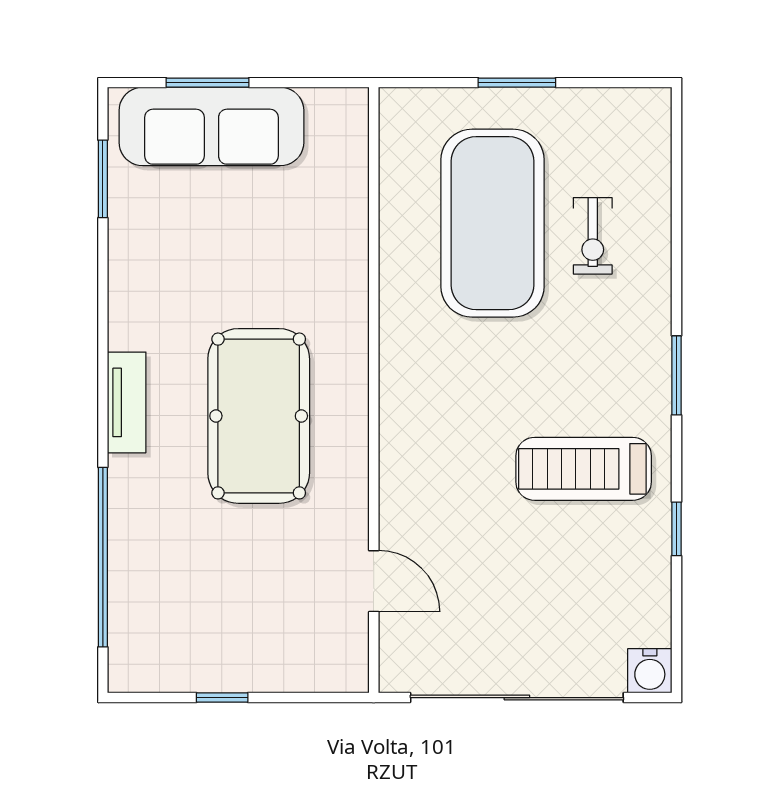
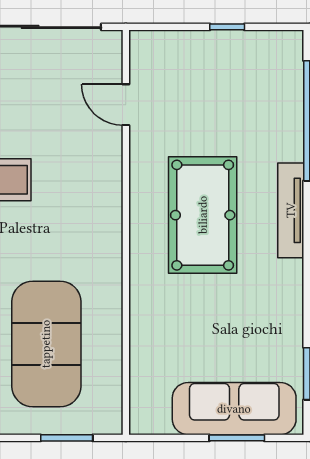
window: (517, 83) -> (67, 438), moved
tv unit: (127, 402) -> (291, 210), width x1.41

